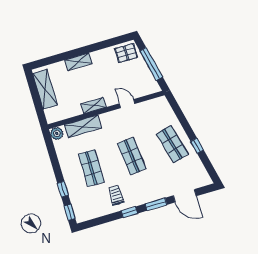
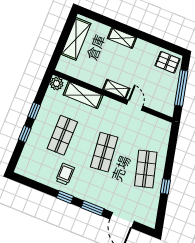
shelving: (93, 106) -> (116, 89), moved
window: (70, 212) -> (34, 111), moved

